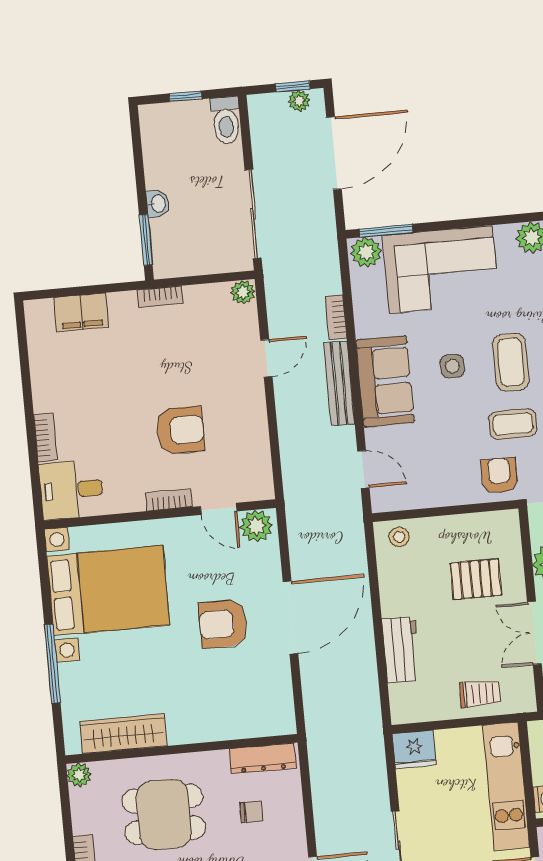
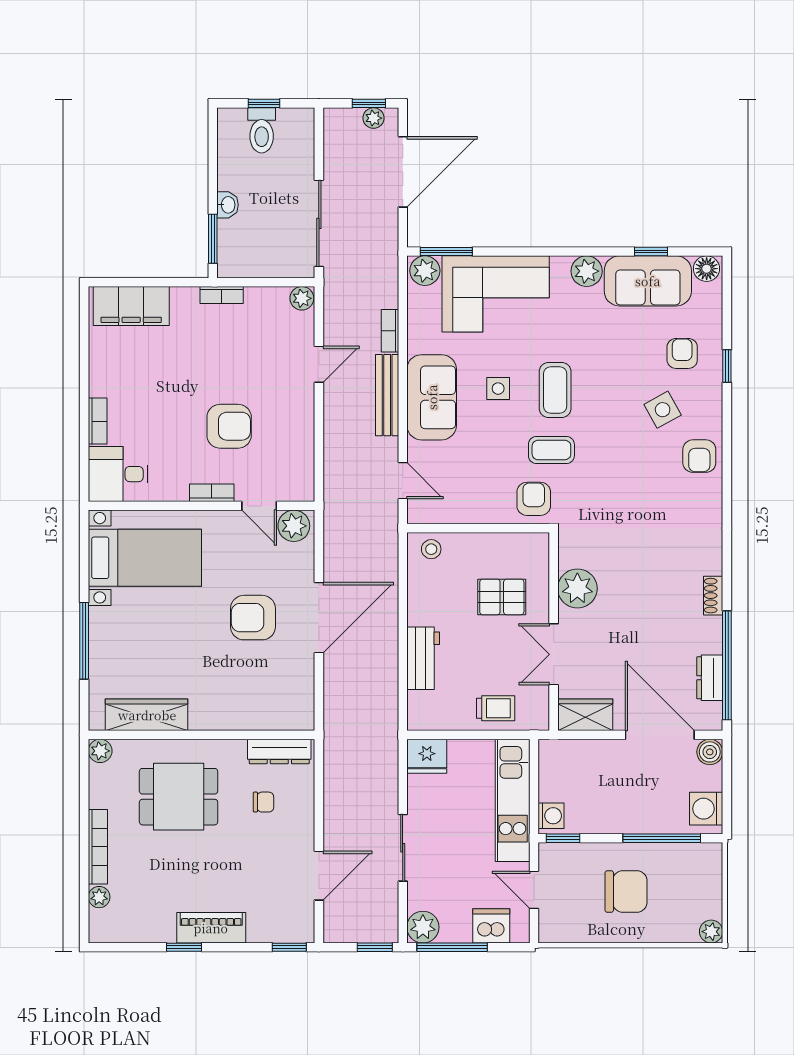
toilet: (226, 120) -> (262, 130), moved
filing cabinet: (81, 312) -> (131, 306), width x1.50, depth x1.17
bed with nightstands: (108, 591) -> (145, 558), width x0.73

